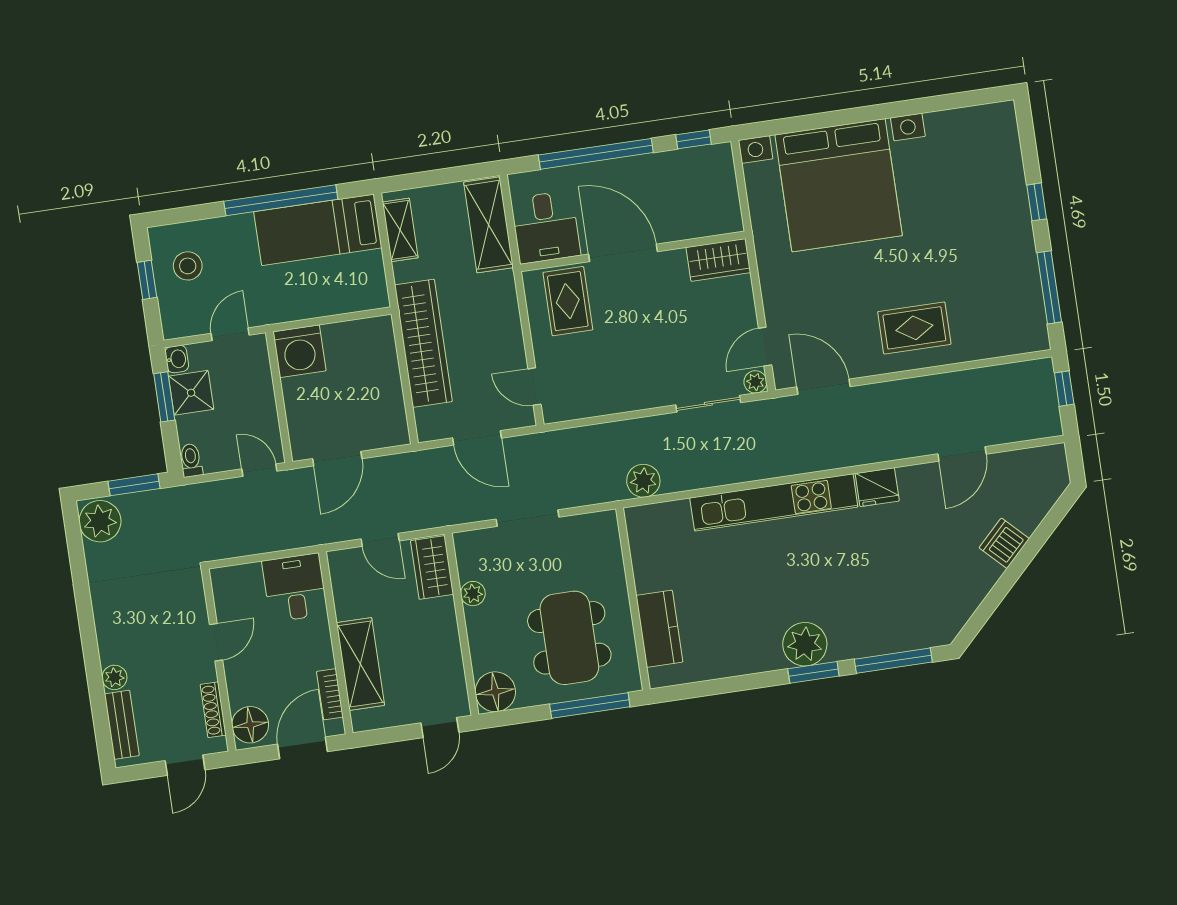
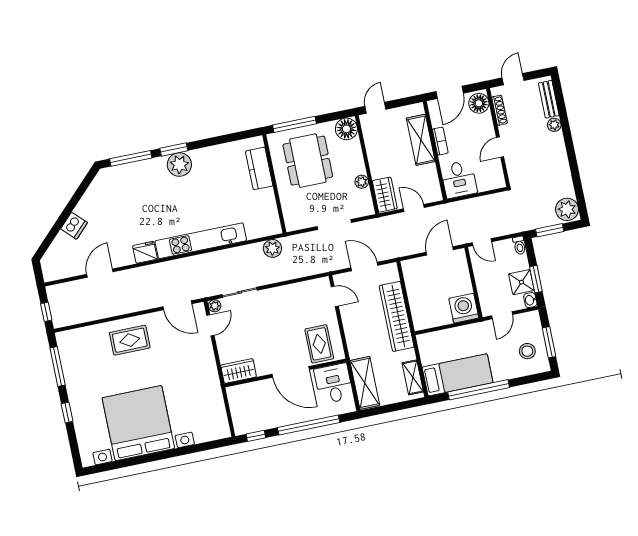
bed with nightstands: (839, 185) -> (138, 423), moved
window: (147, 280) -> (549, 342), width x1.50
bookcase: (330, 694) -> (440, 141), moved

